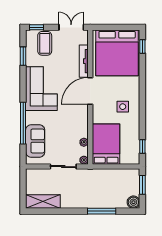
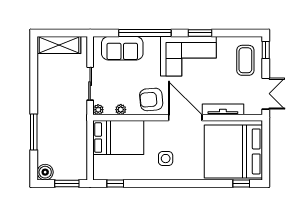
coffee table: (45, 43) -> (245, 60), turned 90
window: (23, 56) -> (200, 33), moved
armchair: (76, 118) -> (151, 99), added
shelving: (43, 202) -> (59, 45), moved, turned 90

